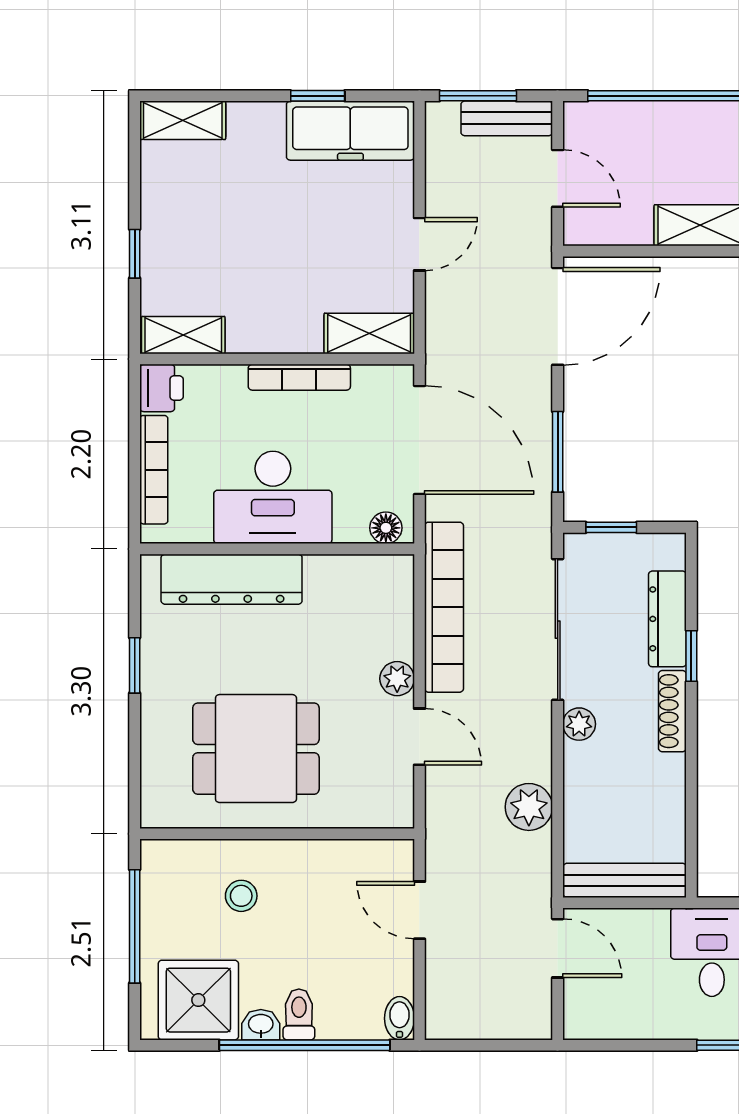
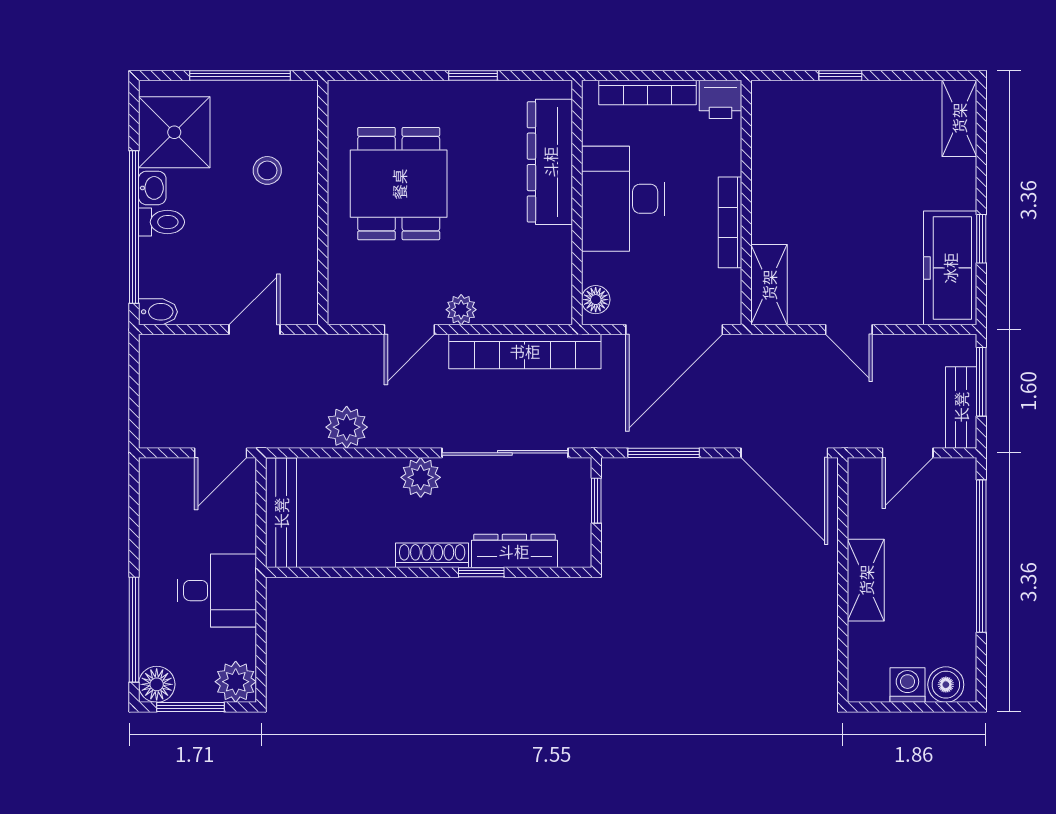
shelving: (183, 335) -> (768, 119), removed
plant: (579, 724) -> (421, 477), width x1.38, depth x1.38

